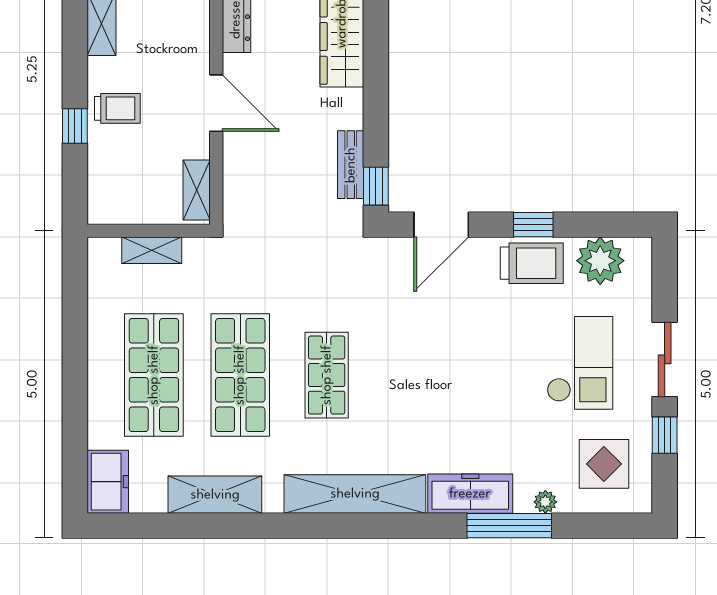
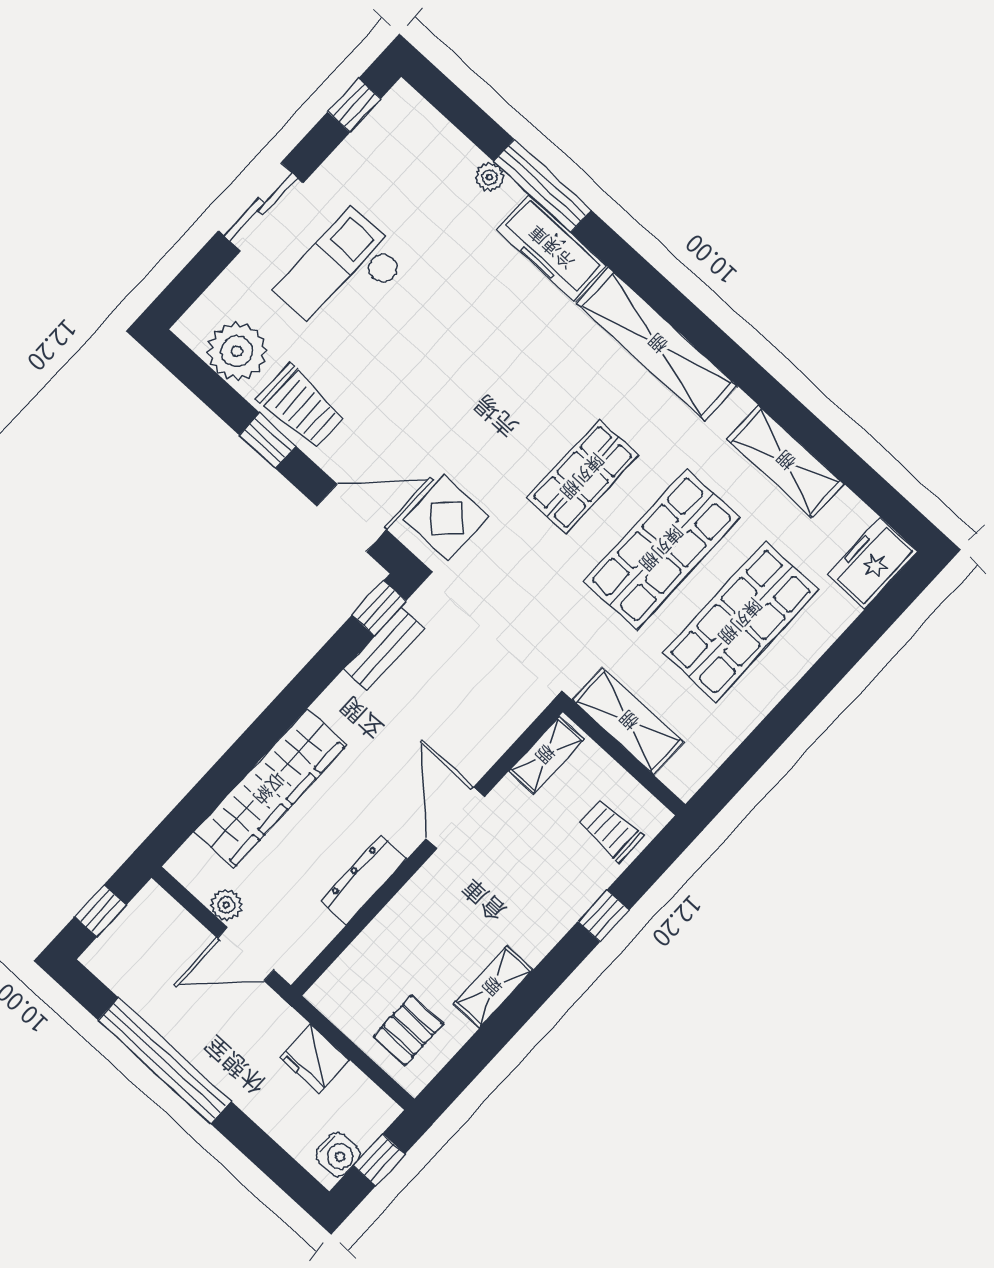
trolley: (117, 108) -> (611, 830), moved
shelving: (152, 250) -> (628, 721), width x1.50, depth x1.33
trolley: (532, 263) -> (301, 407), turned 180
window: (665, 435) -> (354, 105), moved
display table: (604, 464) -> (446, 518), moved

